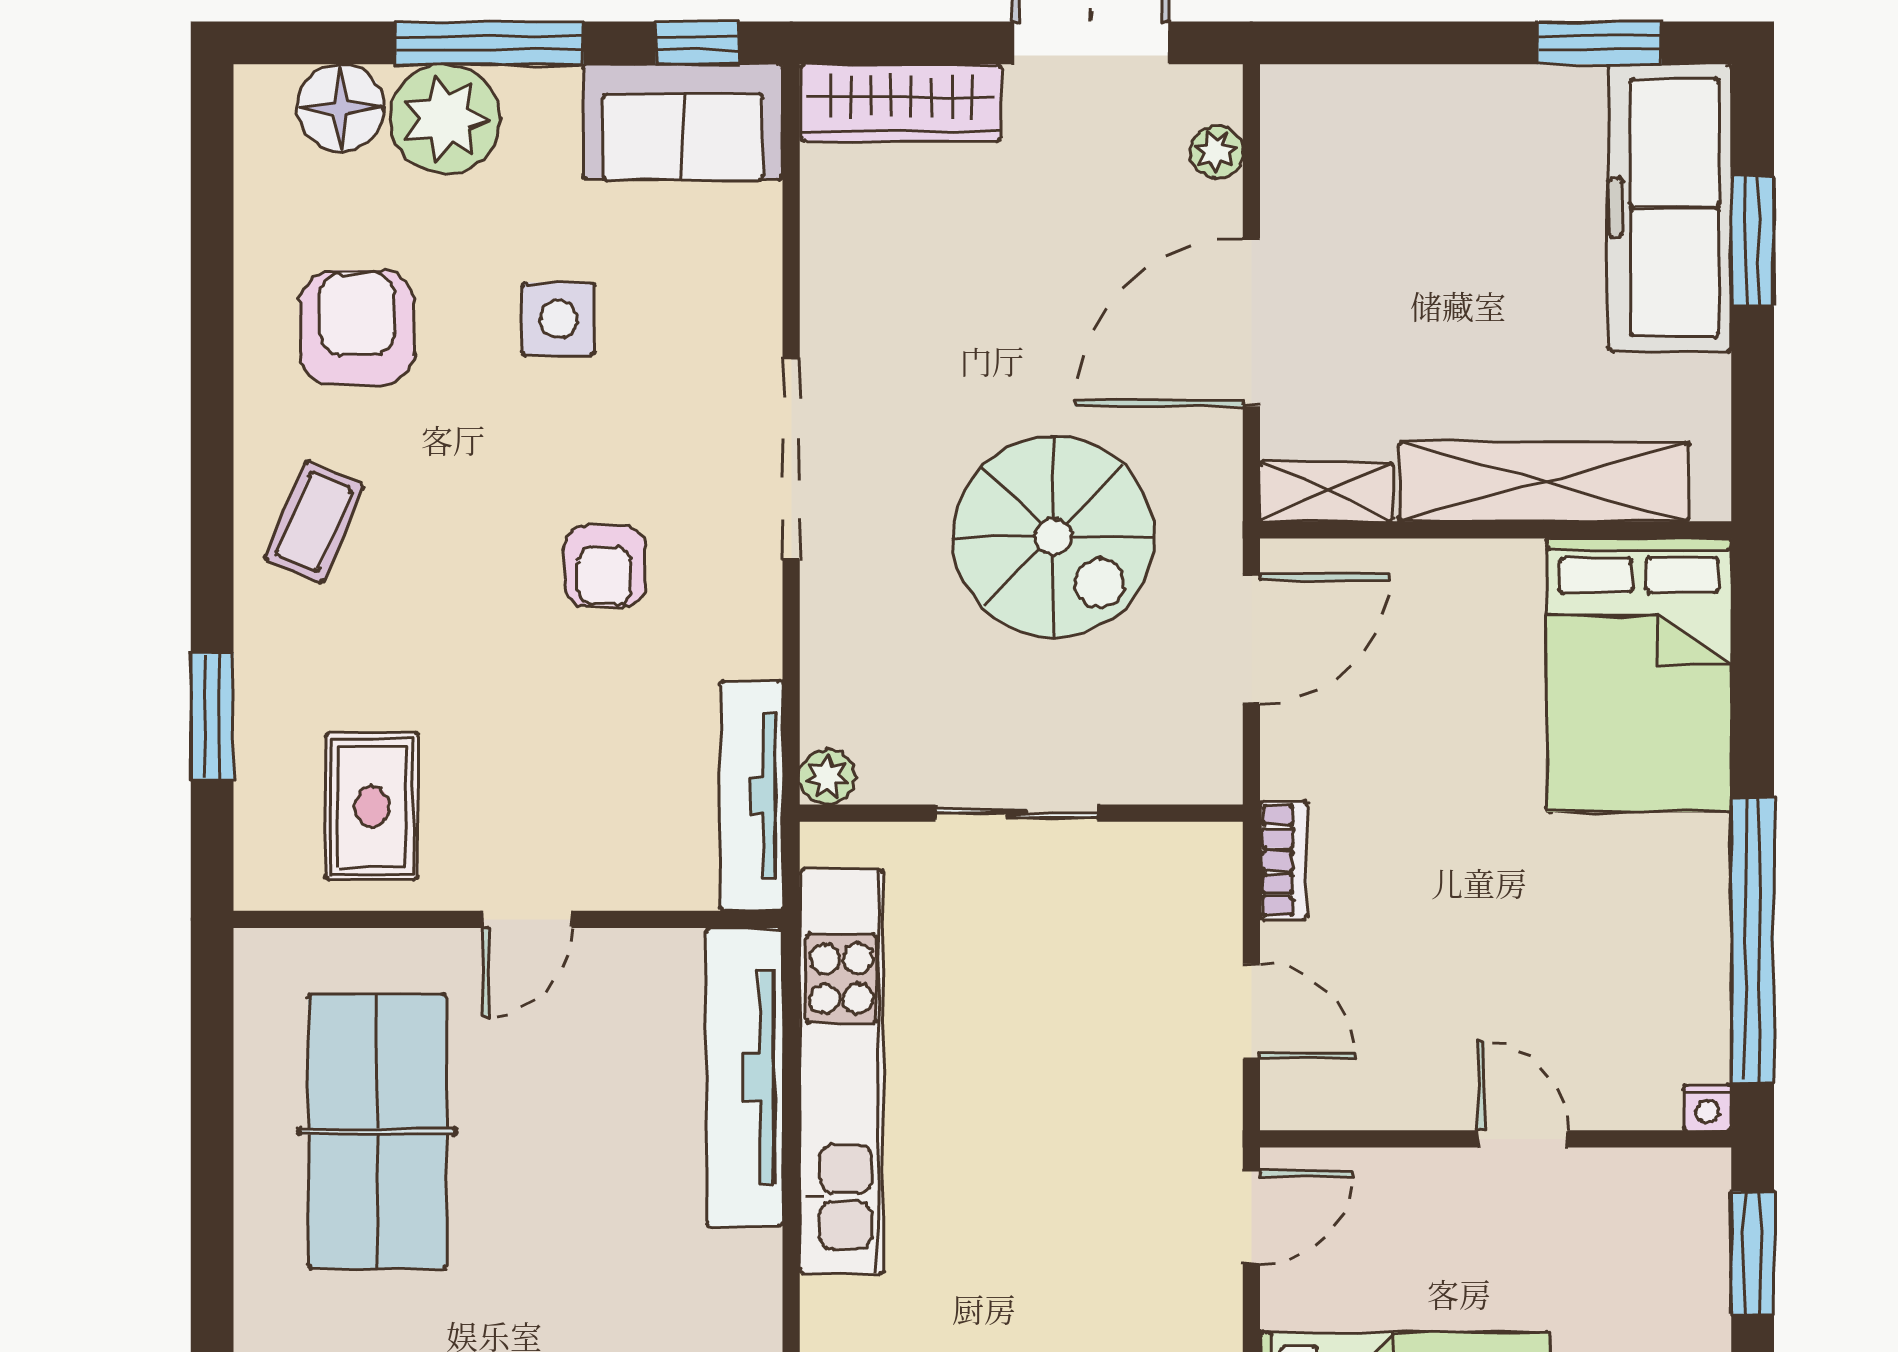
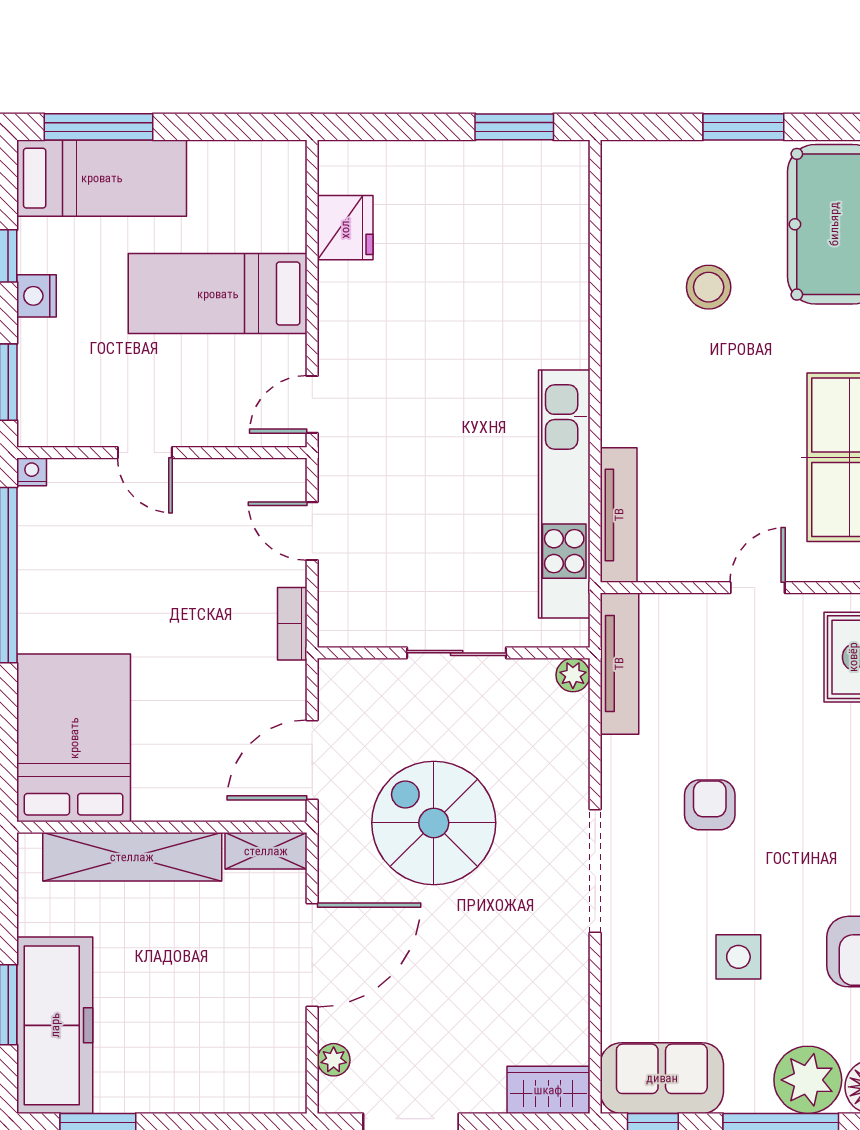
wardrobe: (901, 103) -> (548, 1090), width x0.67
tv unit: (745, 1077) -> (619, 515), width x0.73, depth x0.78

